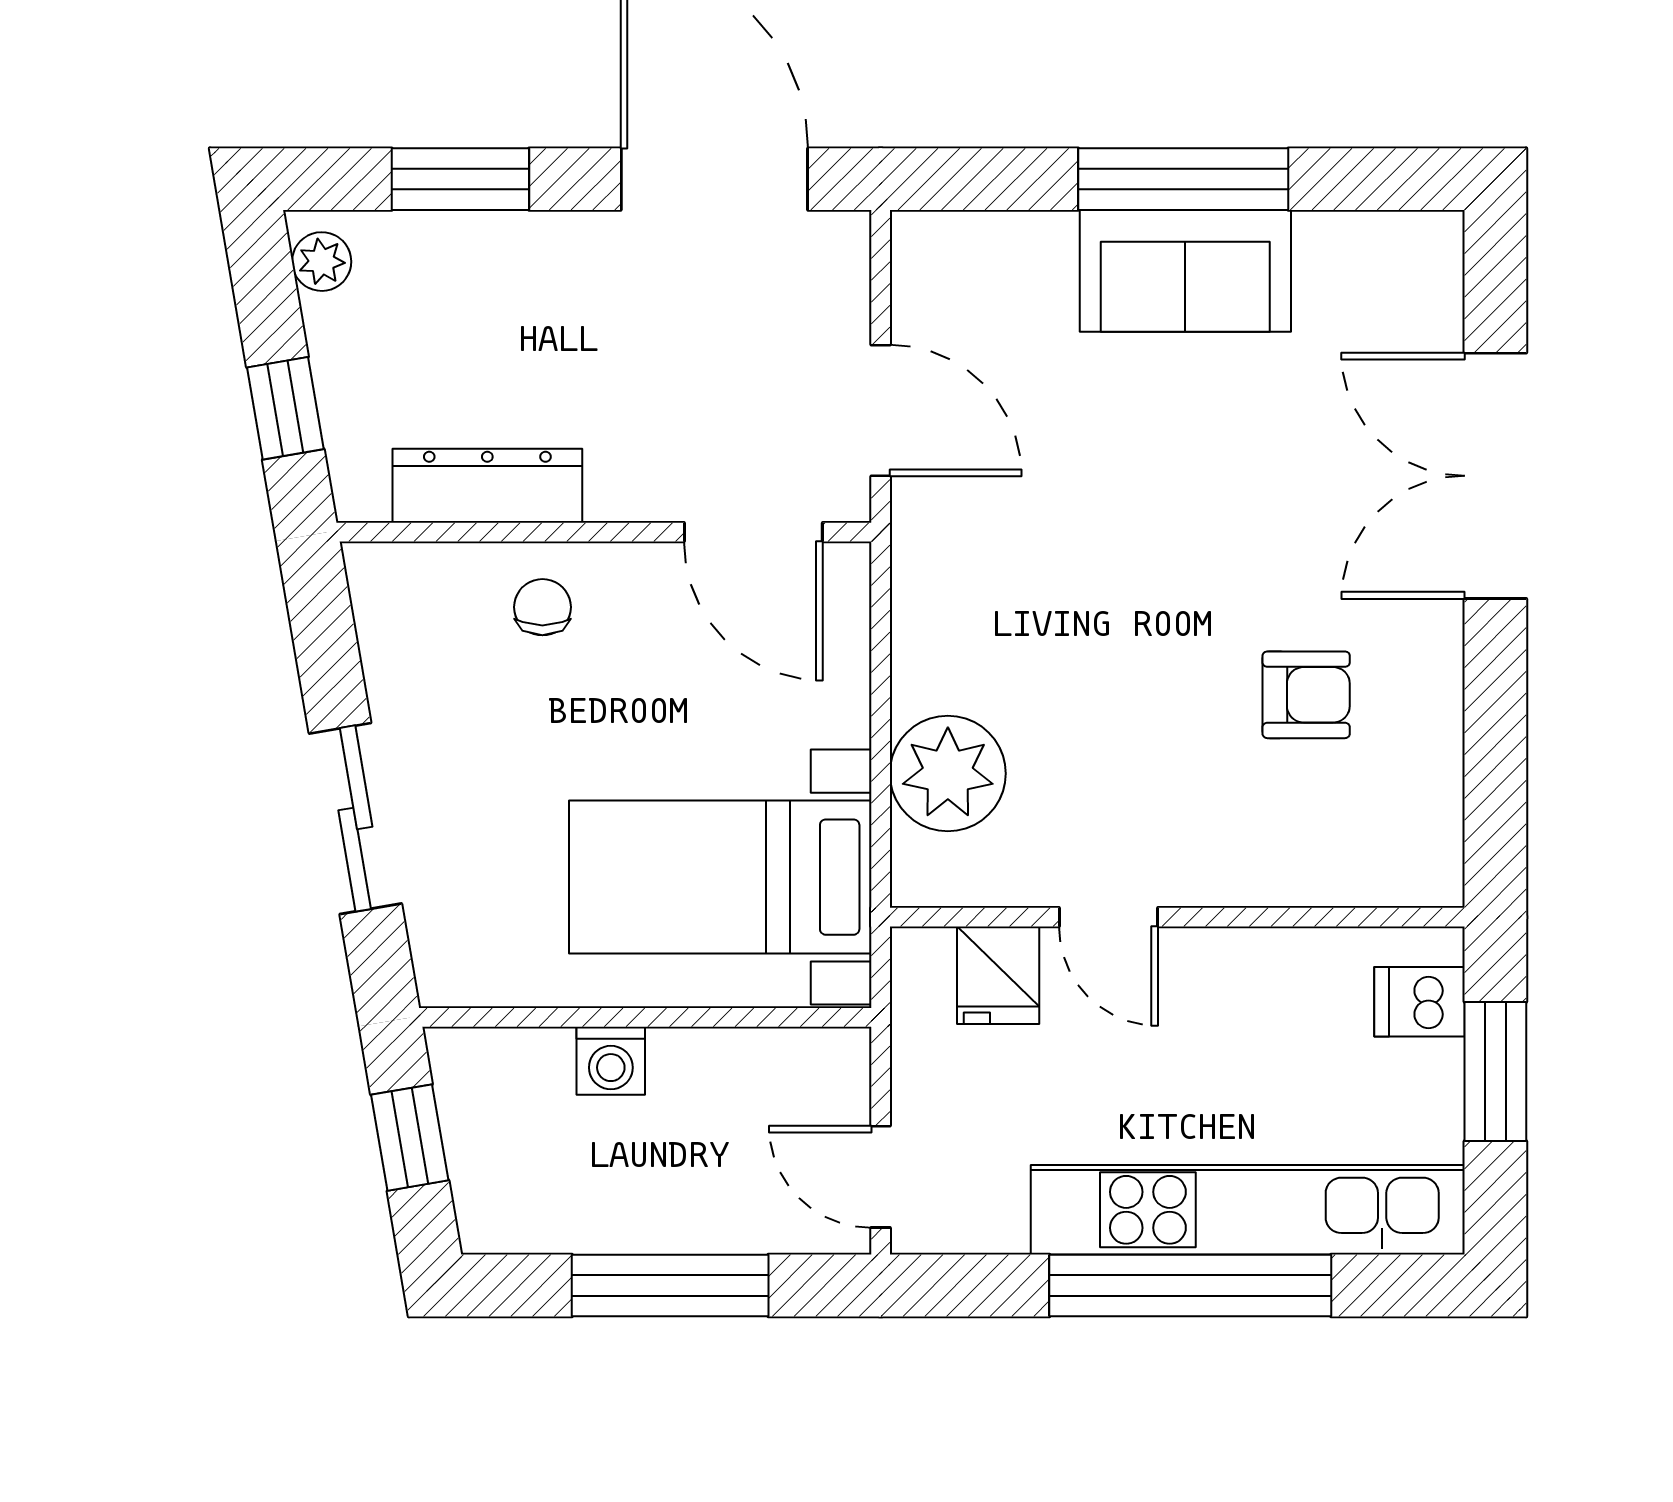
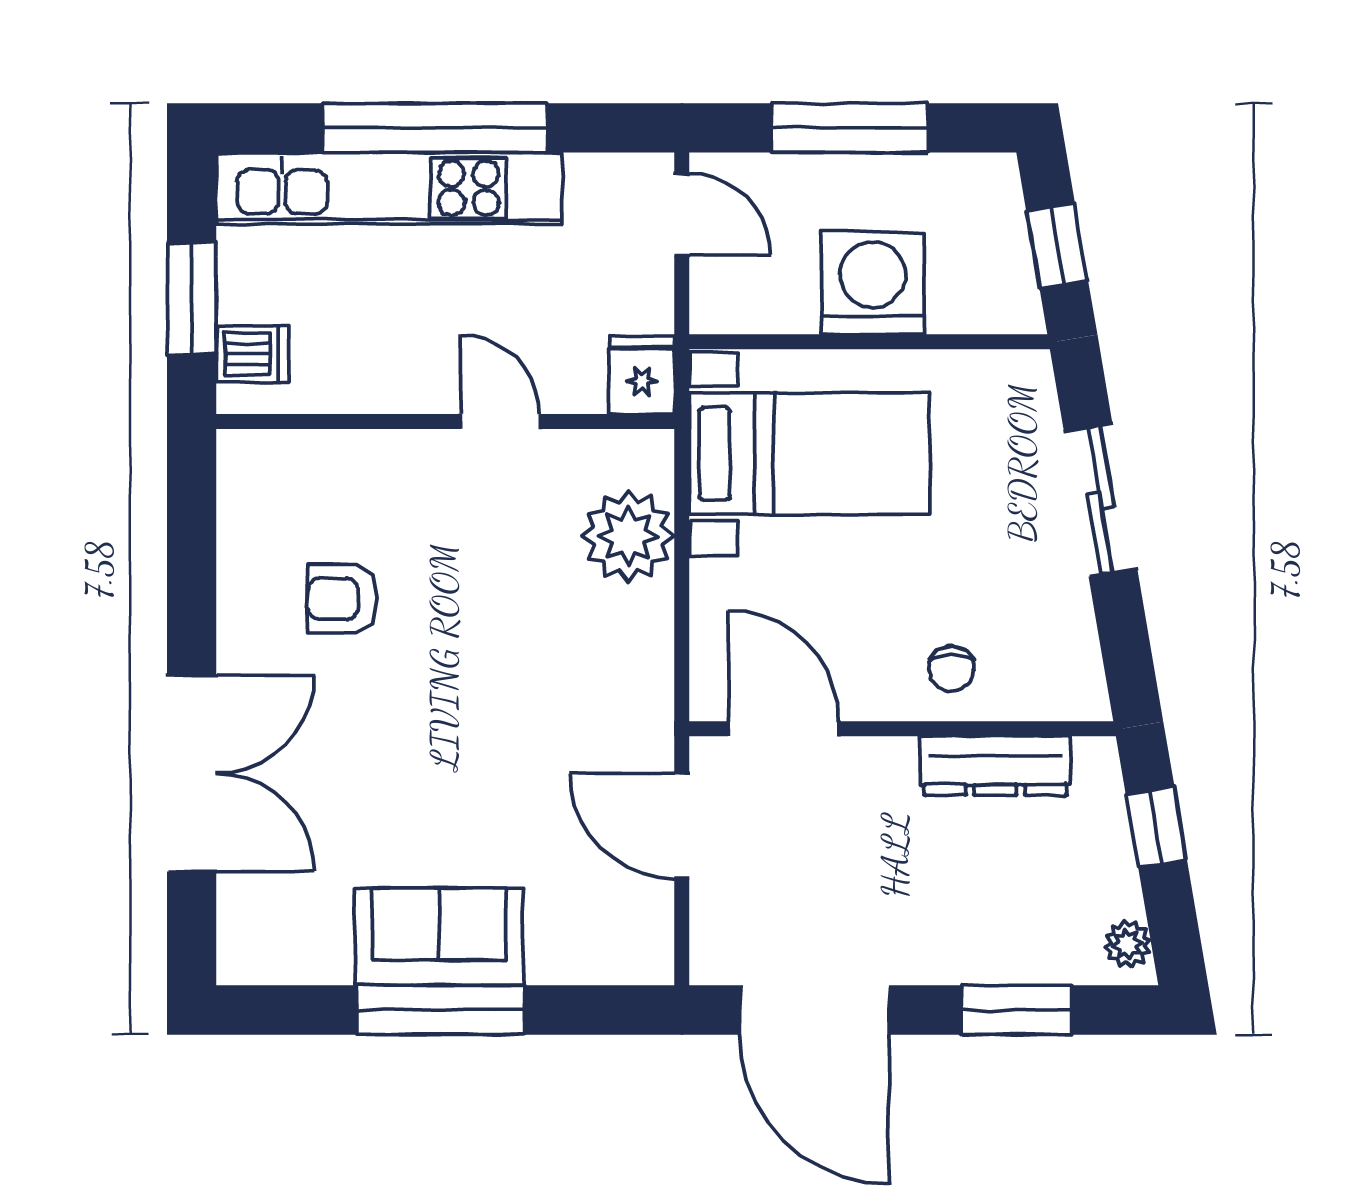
fridge: (998, 975) -> (642, 375), moved
washing machine: (611, 1061) -> (873, 283), width x1.89, depth x1.89

